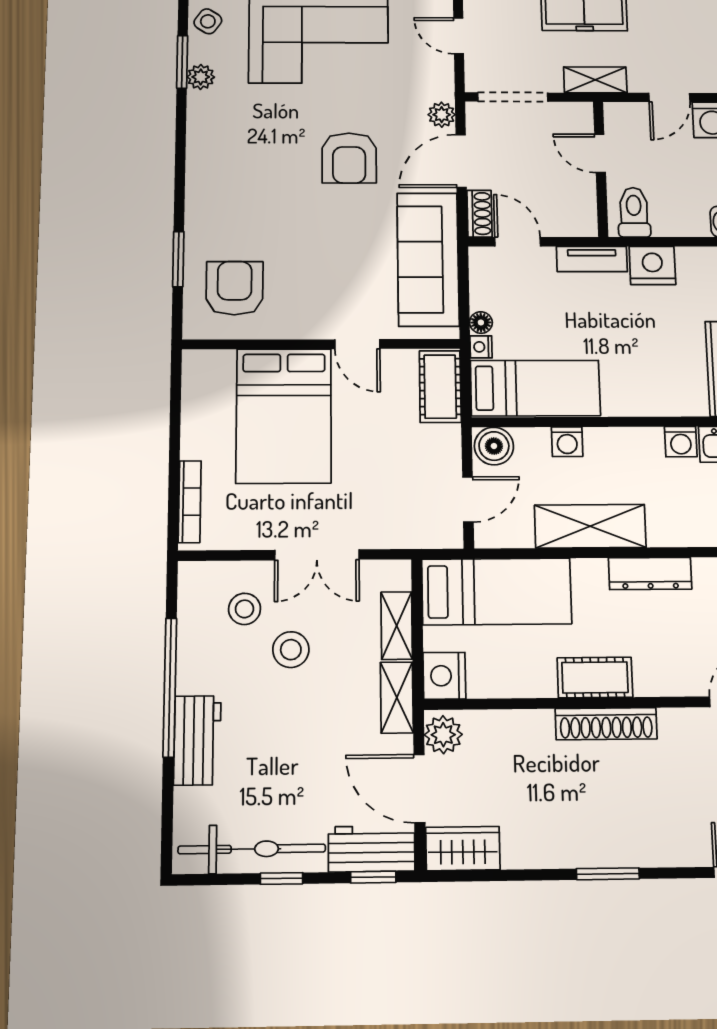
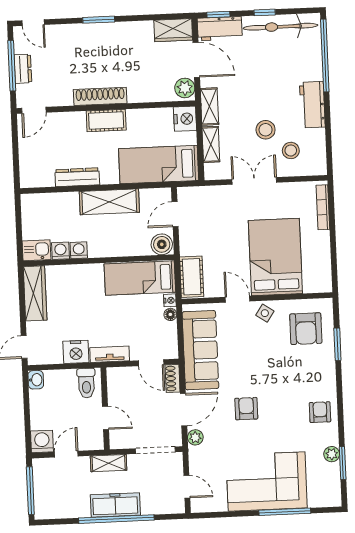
side table: (208, 21) -> (265, 313), moved
armchair: (217, 146) -> (320, 412), added
armchair: (349, 158) -> (246, 409), width x0.72, depth x0.72
washing machine: (567, 442) -> (79, 250), moved
window: (170, 687) -> (325, 55), moved
workbench: (197, 740) -> (312, 105), moved

